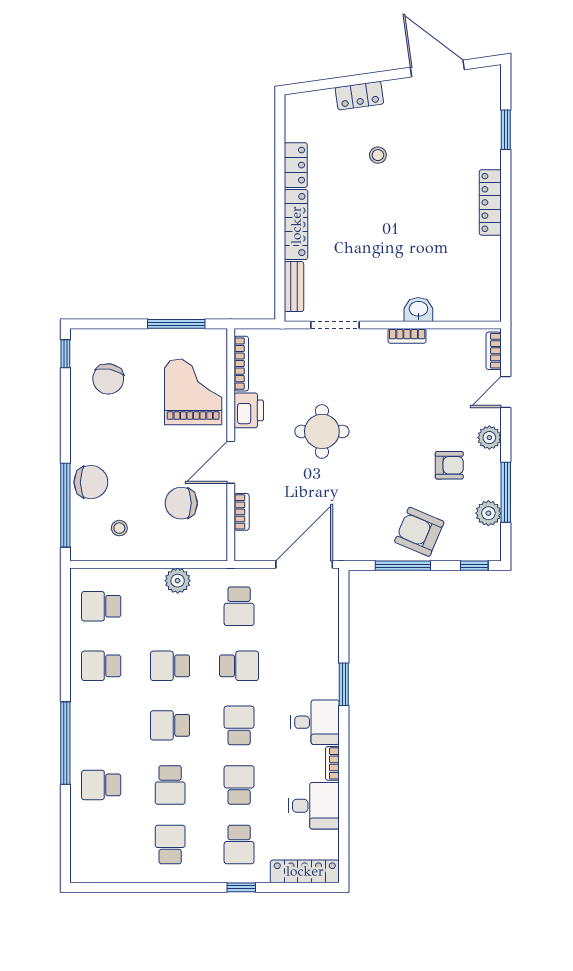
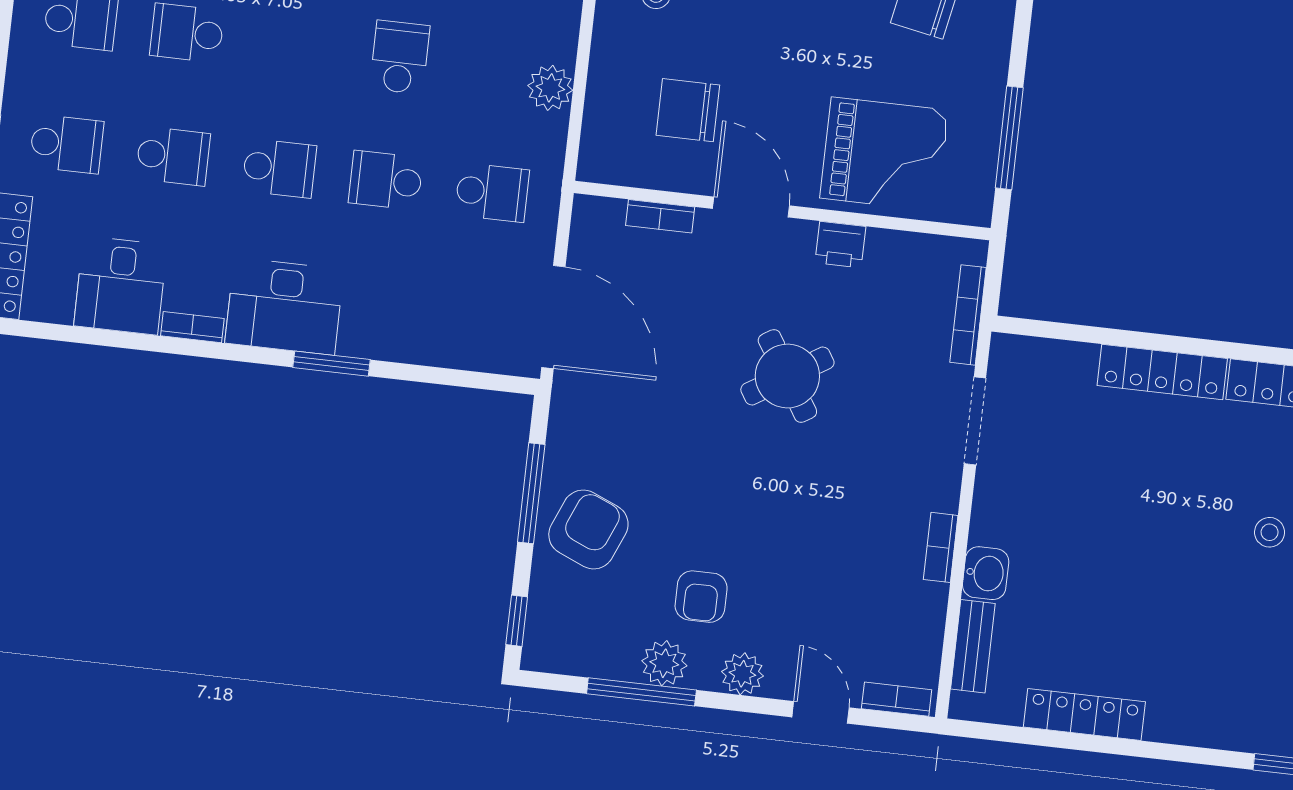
locker: (490, 202) -> (1084, 714), moved
bench: (294, 287) -> (973, 646), moved, turned 90
bookcase: (241, 364) -> (968, 315), moved, turned 90
printer: (249, 410) -> (840, 245), width x0.73, depth x0.81
round table: (322, 431) -> (787, 376), turned -32
chair: (181, 503) -> (688, 110), turned -90
plant: (488, 513) -> (664, 663), moved
school desk: (239, 606) -> (492, 192), turned 180
school desk: (239, 666) -> (386, 180), turned 90
desk: (315, 722) -> (284, 306), width x1.37
school desk: (170, 725) -> (293, 45), removed
school desk: (239, 844) -> (67, 144), turned 180

